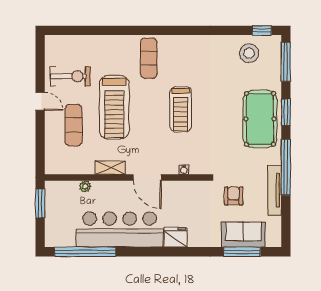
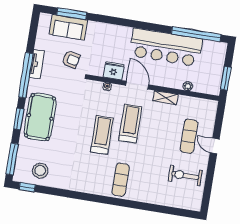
door: (40, 101) -> (215, 146), moved
treadmill: (114, 107) -> (130, 124), moved, width x0.73, depth x0.73
tv unit: (274, 190) -> (37, 64), width x0.71
armchair: (234, 196) -> (71, 59), turned -78
fridge: (176, 237) -> (114, 71), moved, turned 180

